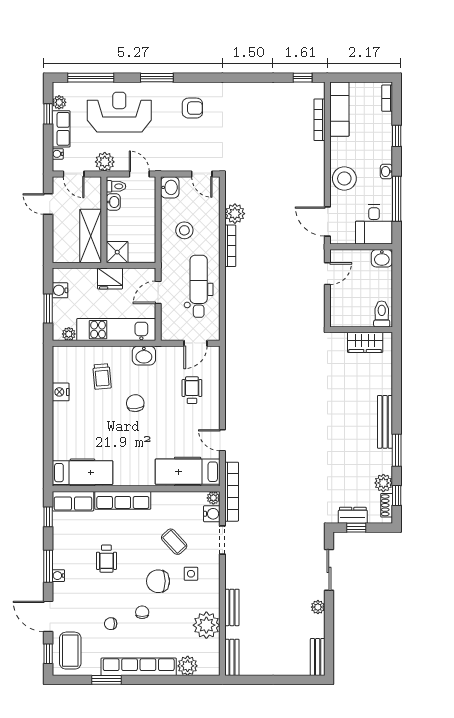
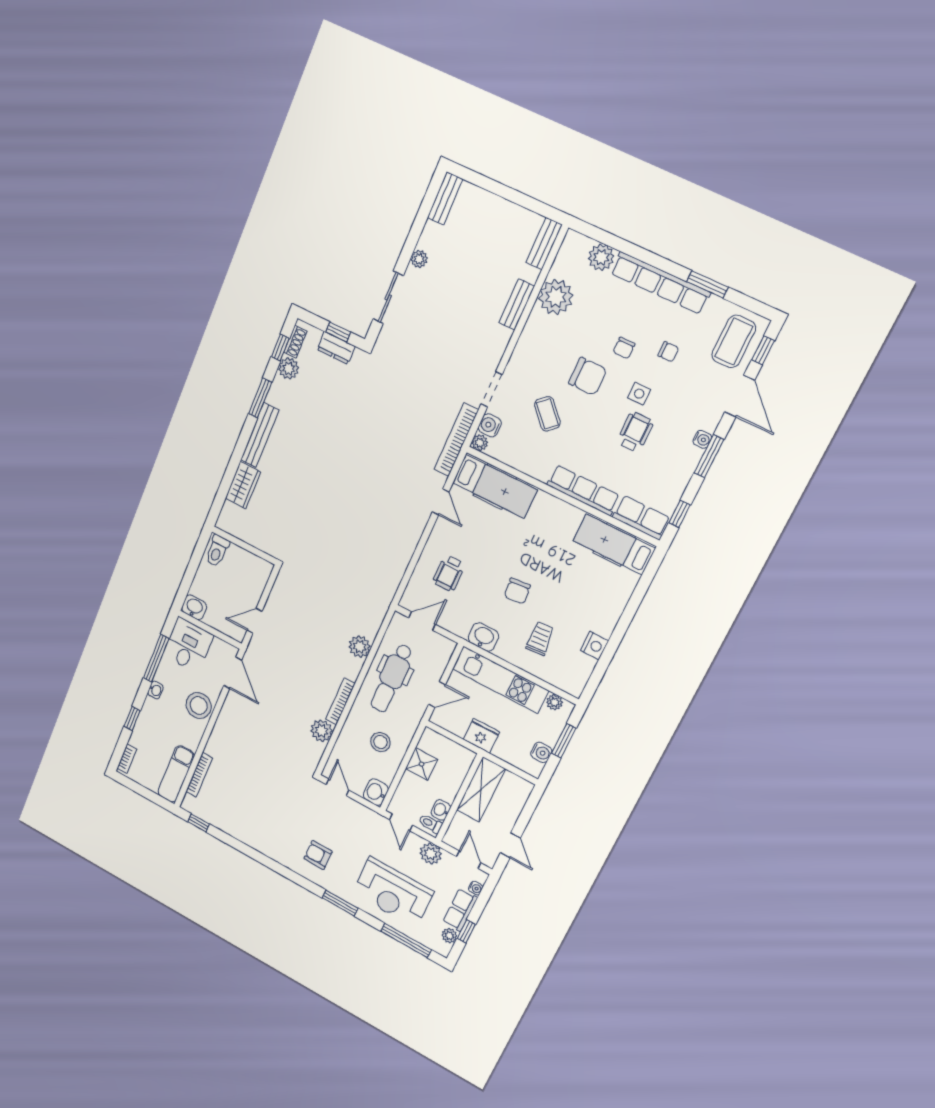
shower: (117, 252) -> (421, 764), moved
plant: (235, 298) -> (360, 647), added
wardrobe: (365, 342) -> (243, 485), moved, turned 90
side table: (191, 574) -> (639, 394), moved

